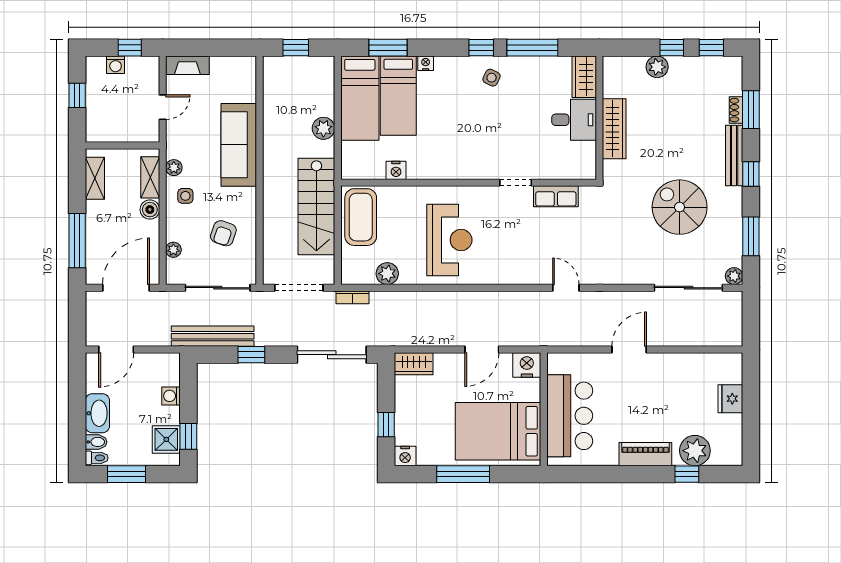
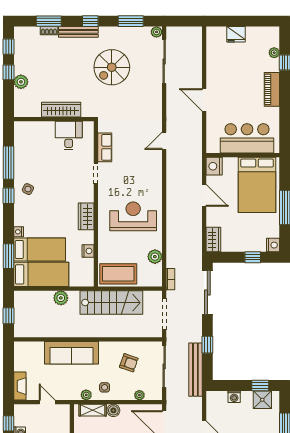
wardrobe: (584, 77) -> (86, 216), moved, turned 90
desk: (574, 120) -> (69, 136), moved
plant: (695, 451) -> (274, 53), width x0.53, depth x0.53

